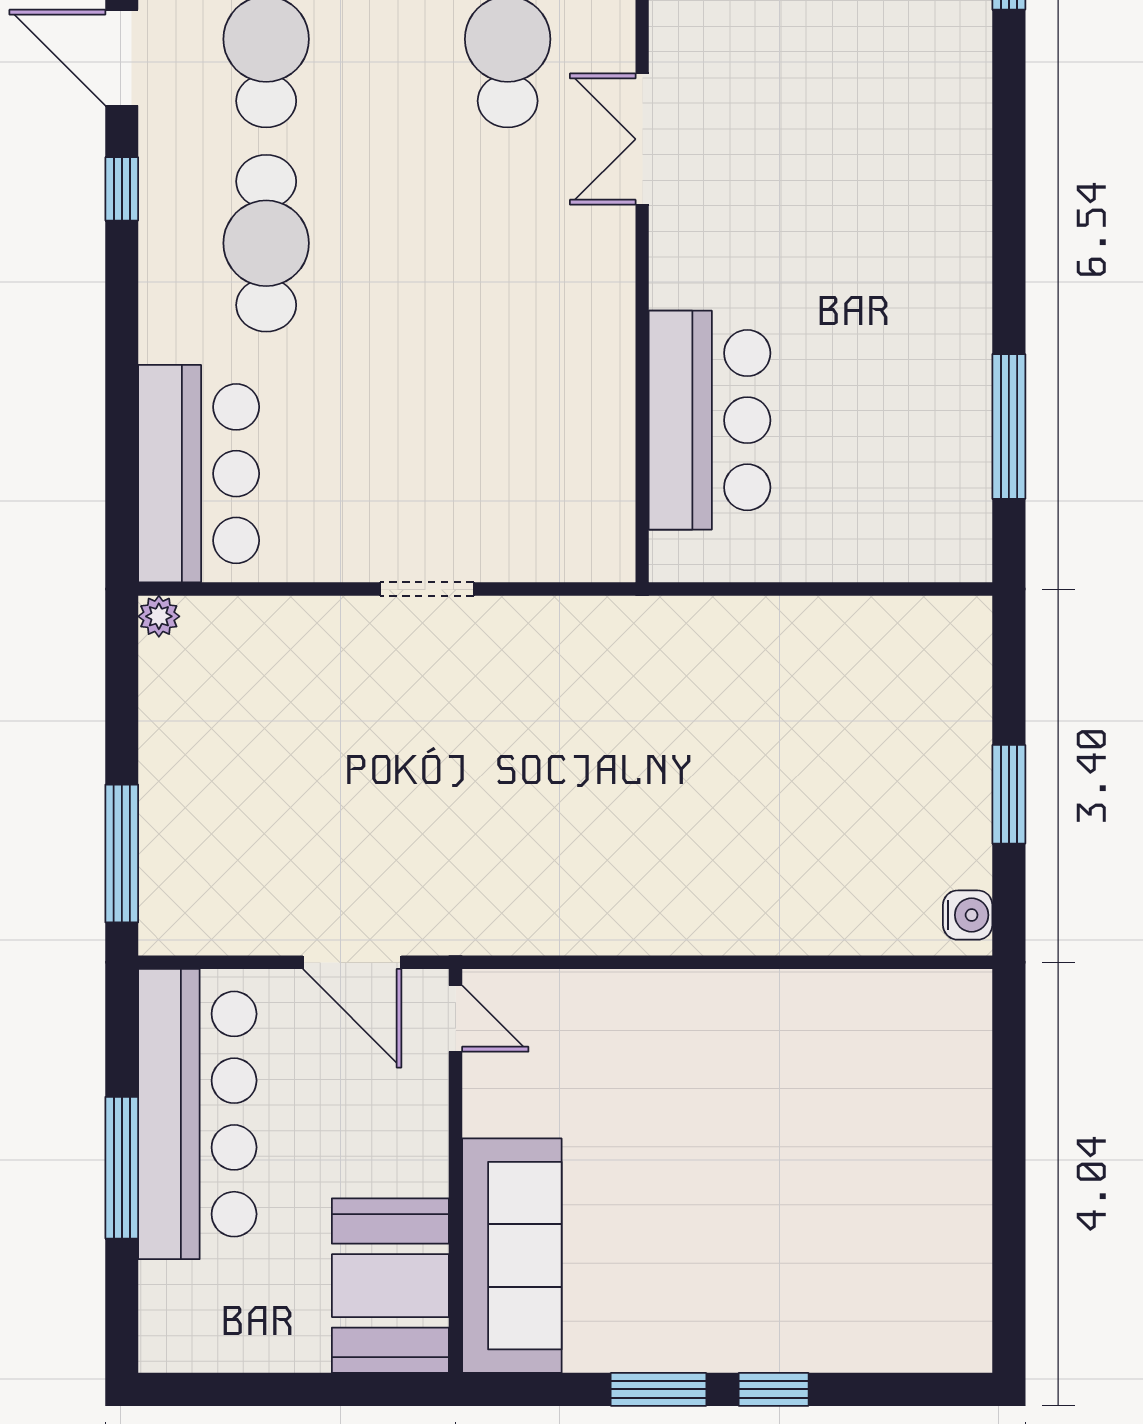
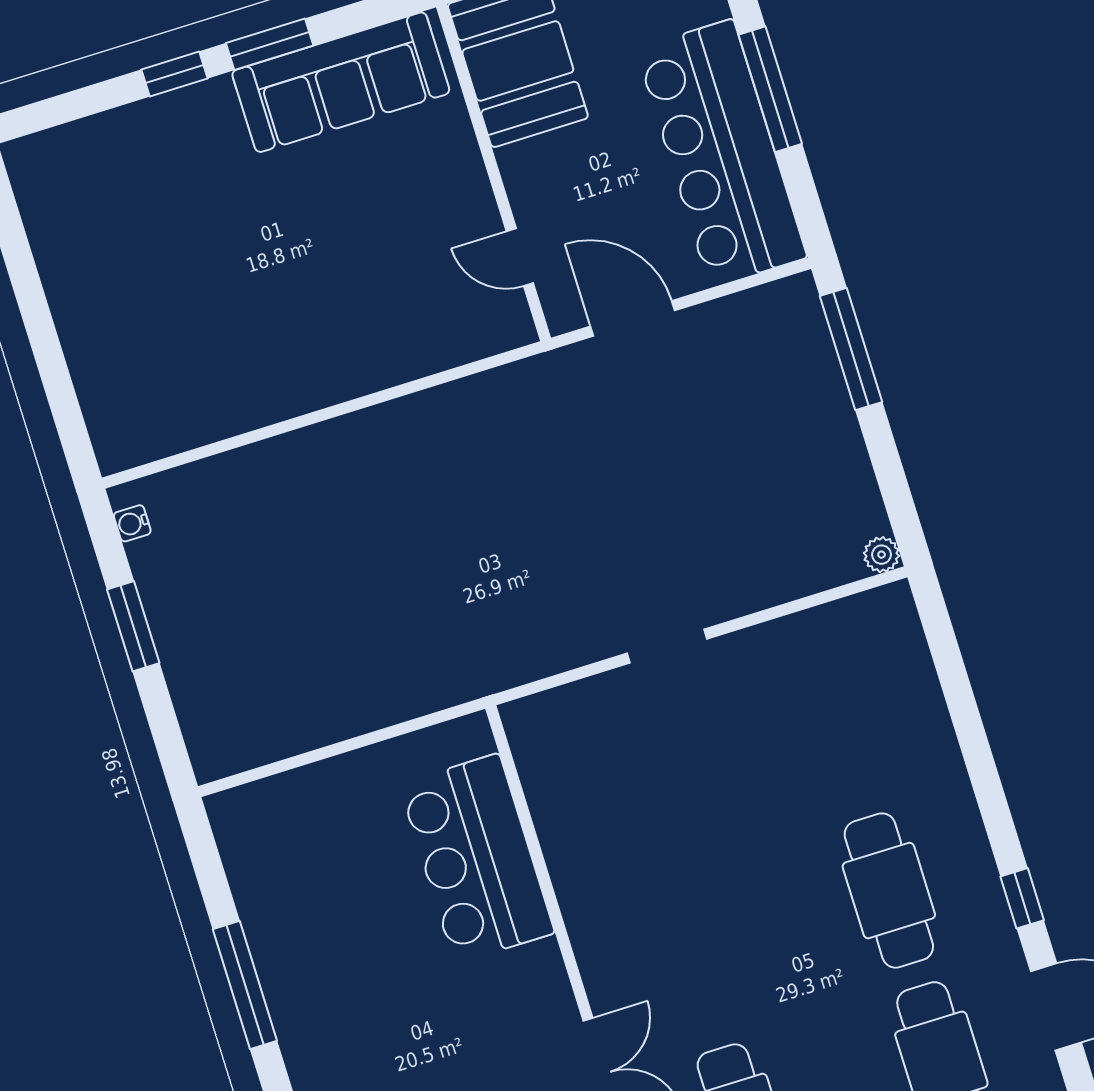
window: (1009, 427) -> (245, 985), moved
bar counter: (199, 474) -> (885, 683), removed
water cooler: (968, 915) -> (132, 523), width x0.72, depth x0.72
door: (456, 1019) -> (520, 257), moved
sofa: (512, 1256) -> (341, 82), moved, turned -90

